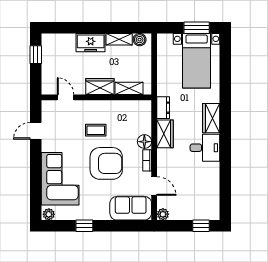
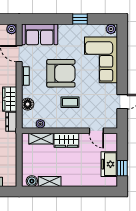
freezer: (91, 43) -> (109, 164), moved, turned -90
plant: (130, 105) -> (40, 124), added
floor lamp: (144, 142) -> (28, 104), moved
armchair: (106, 163) -> (61, 73), turned 180

